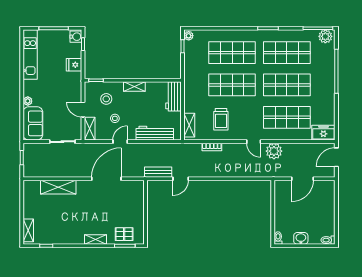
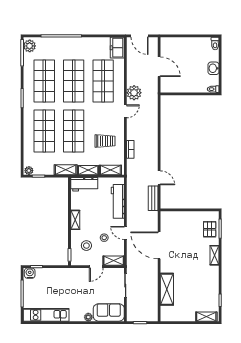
fridge: (74, 65) -> (55, 275), removed
shelving: (189, 76) -> (66, 170), added
shelving: (189, 101) -> (88, 170), added

